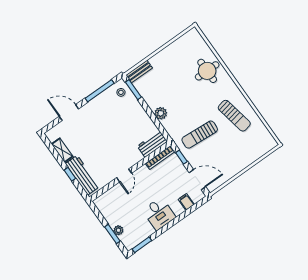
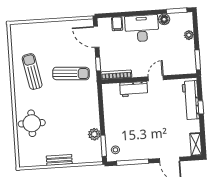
bench: (139, 72) -> (59, 160), moved
plant: (161, 113) -> (94, 134), moved
workbench: (152, 144) -> (134, 89), moved
shelving: (62, 150) -> (196, 144), moved
desk: (159, 214) -> (142, 28), width x1.37
floor lamp: (148, 231) -> (164, 19), added
window: (112, 234) -> (198, 60), moved

